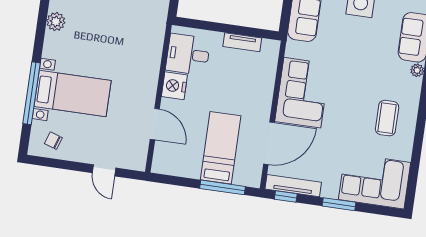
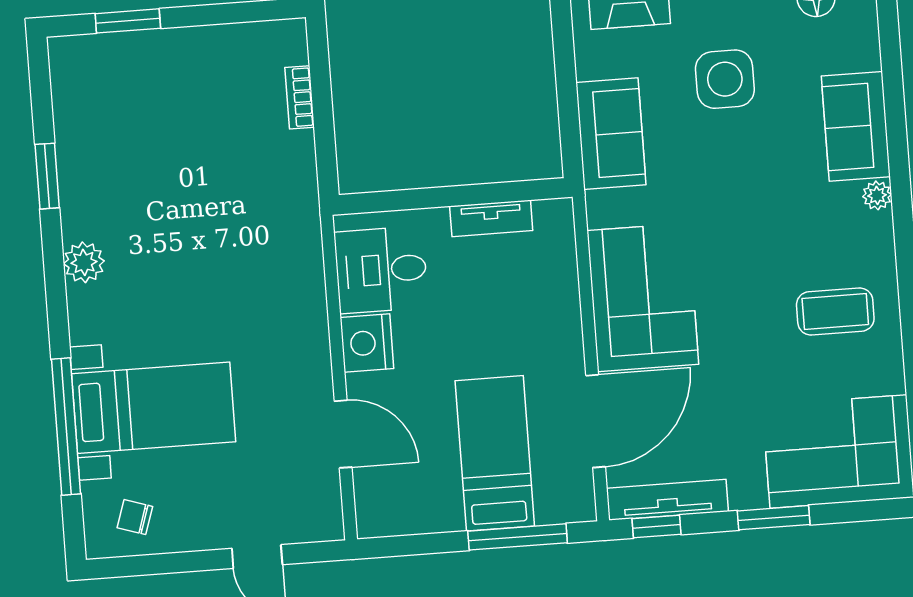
coffee table: (387, 118) -> (835, 312), turned 90

